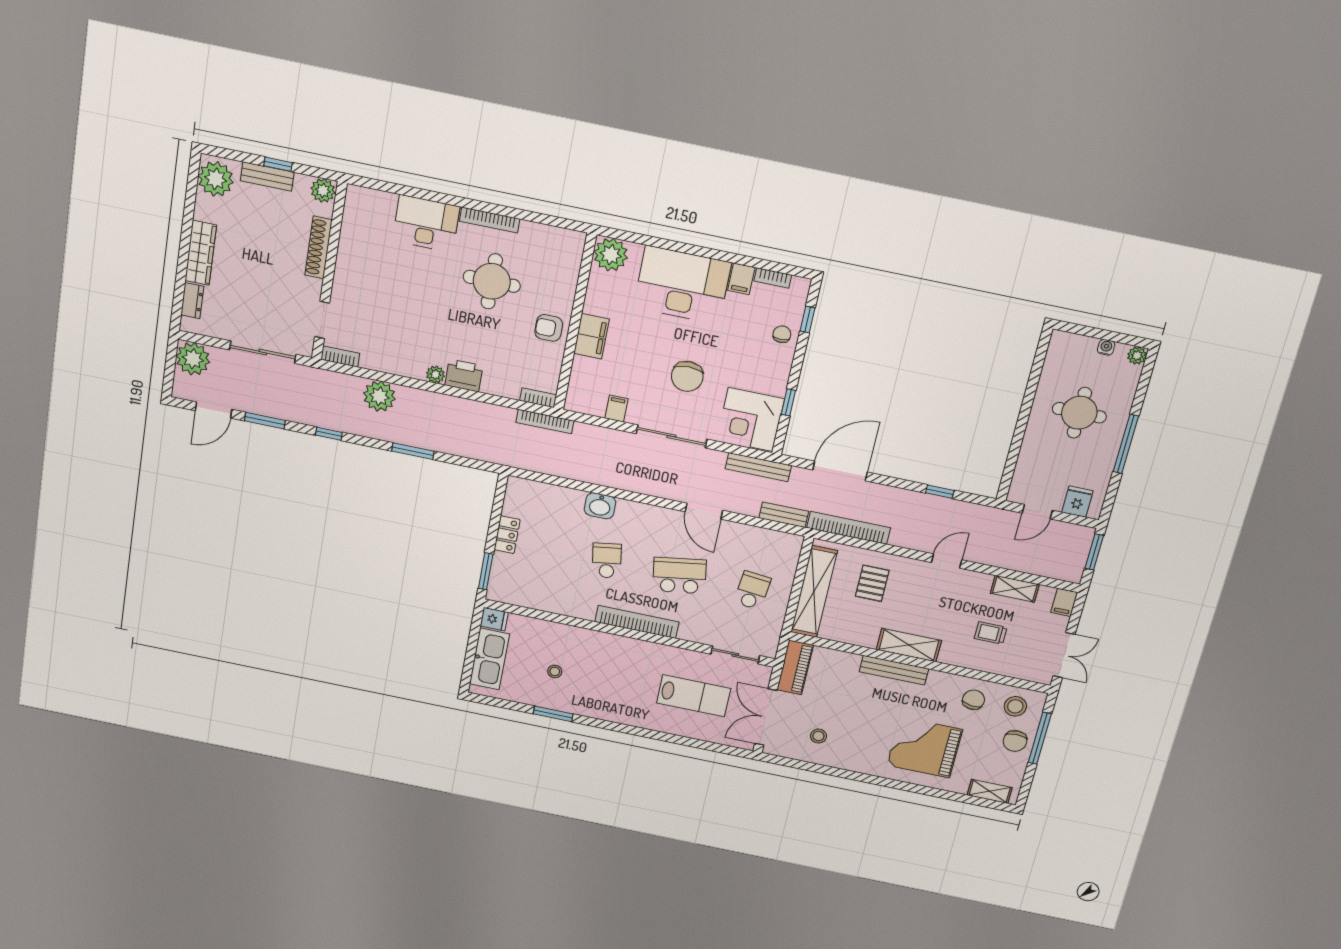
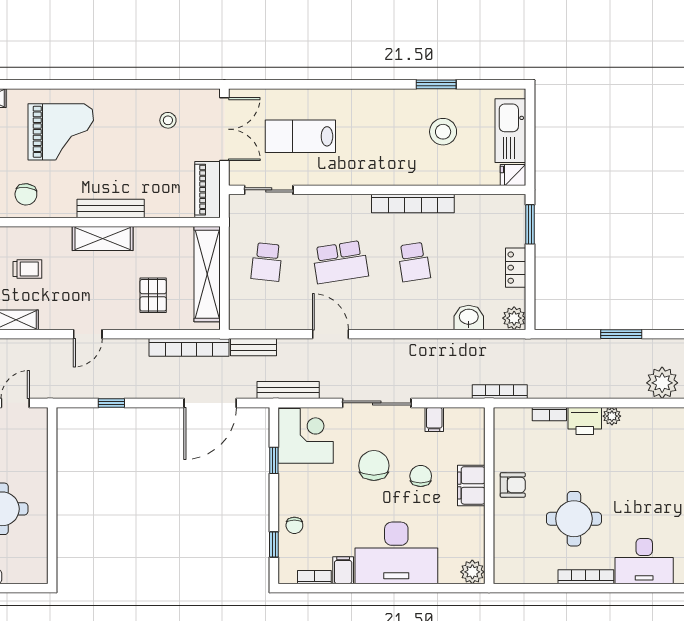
plant: (611, 255) -> (472, 572), width x0.73, depth x0.73
chair: (641, 356) -> (421, 476), added
bookcase: (538, 398) -> (549, 414), moved
plant: (517, 488) -> (514, 318), added
washbasin: (600, 506) -> (469, 317), moved
bookcase: (637, 622) -> (413, 204), moved
stool: (555, 671) -> (443, 132), width x1.89, depth x1.89

